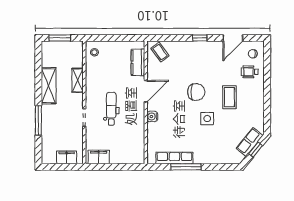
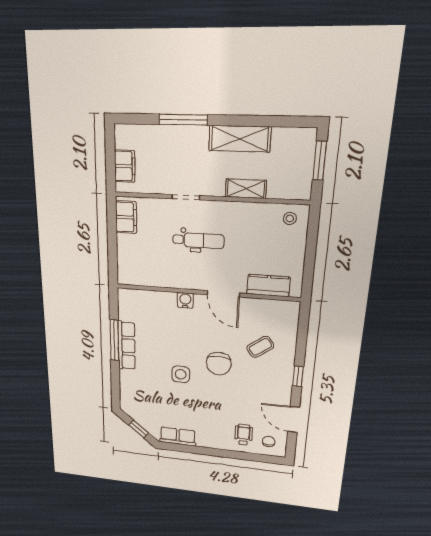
coffee table: (160, 52) -> (260, 347), moved
coffee table: (229, 97) -> (210, 406), removed
row of seats: (250, 142) -> (178, 436), moved, turned -39
row of seats: (174, 158) -> (127, 346), moved

